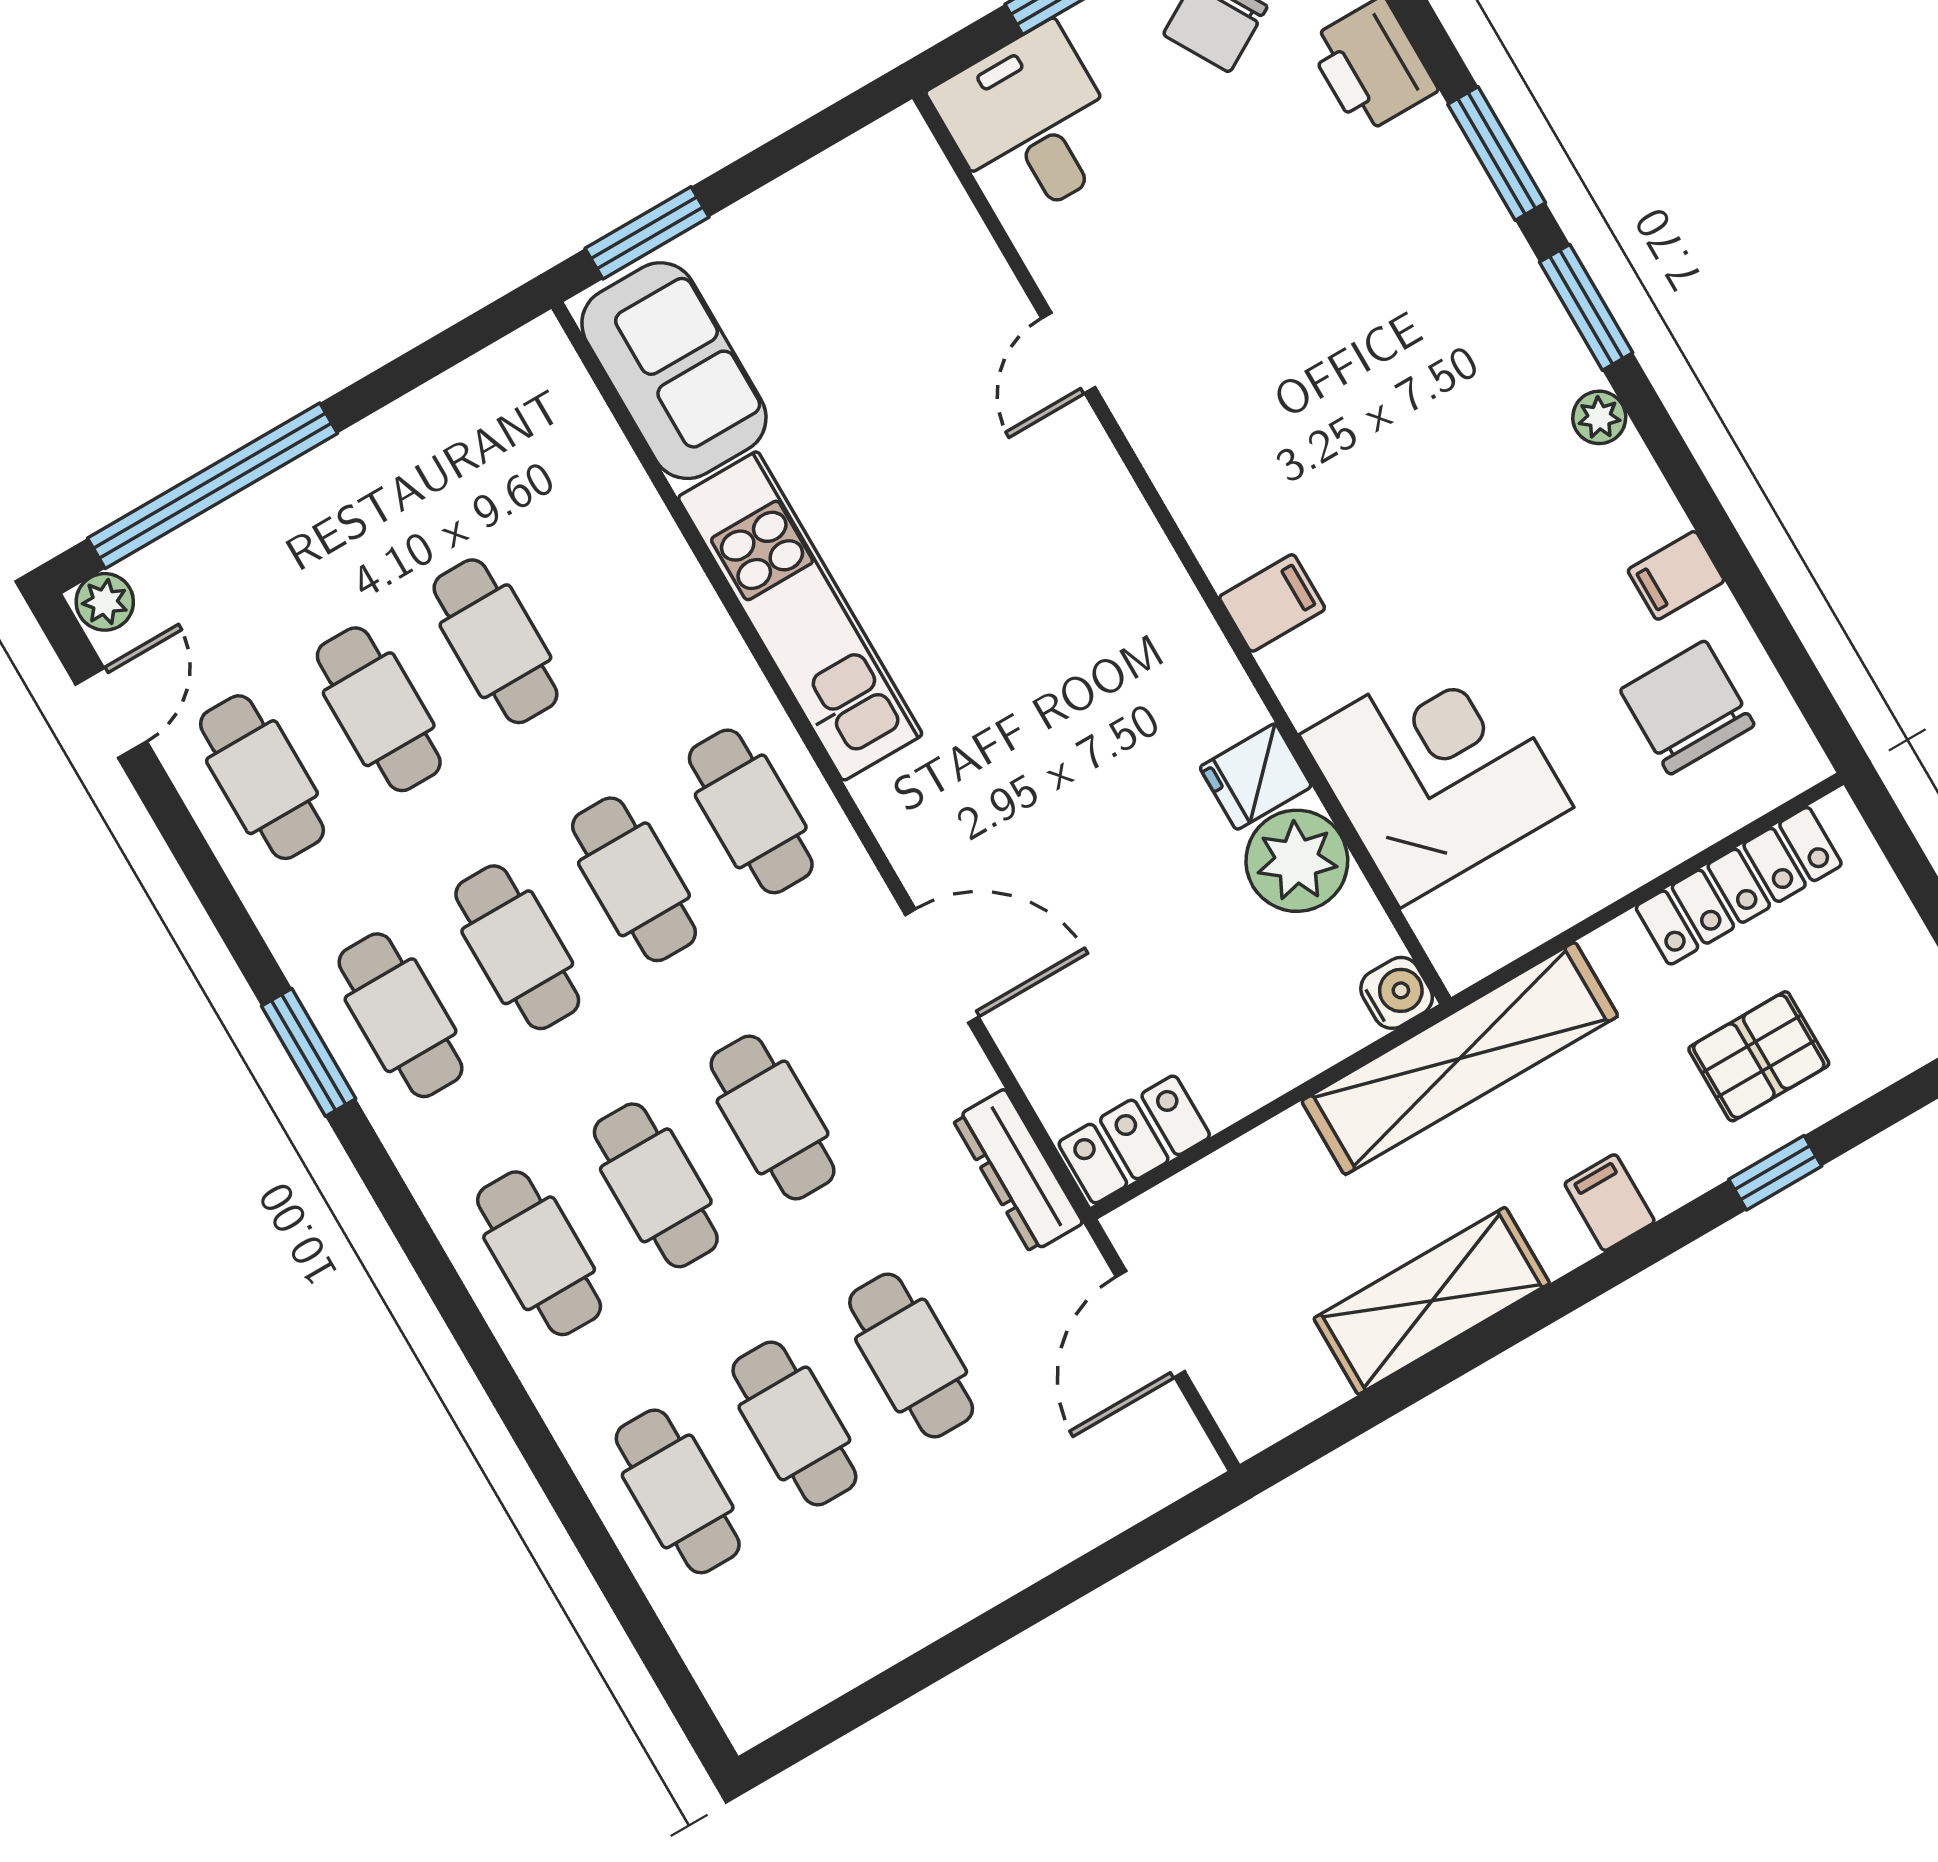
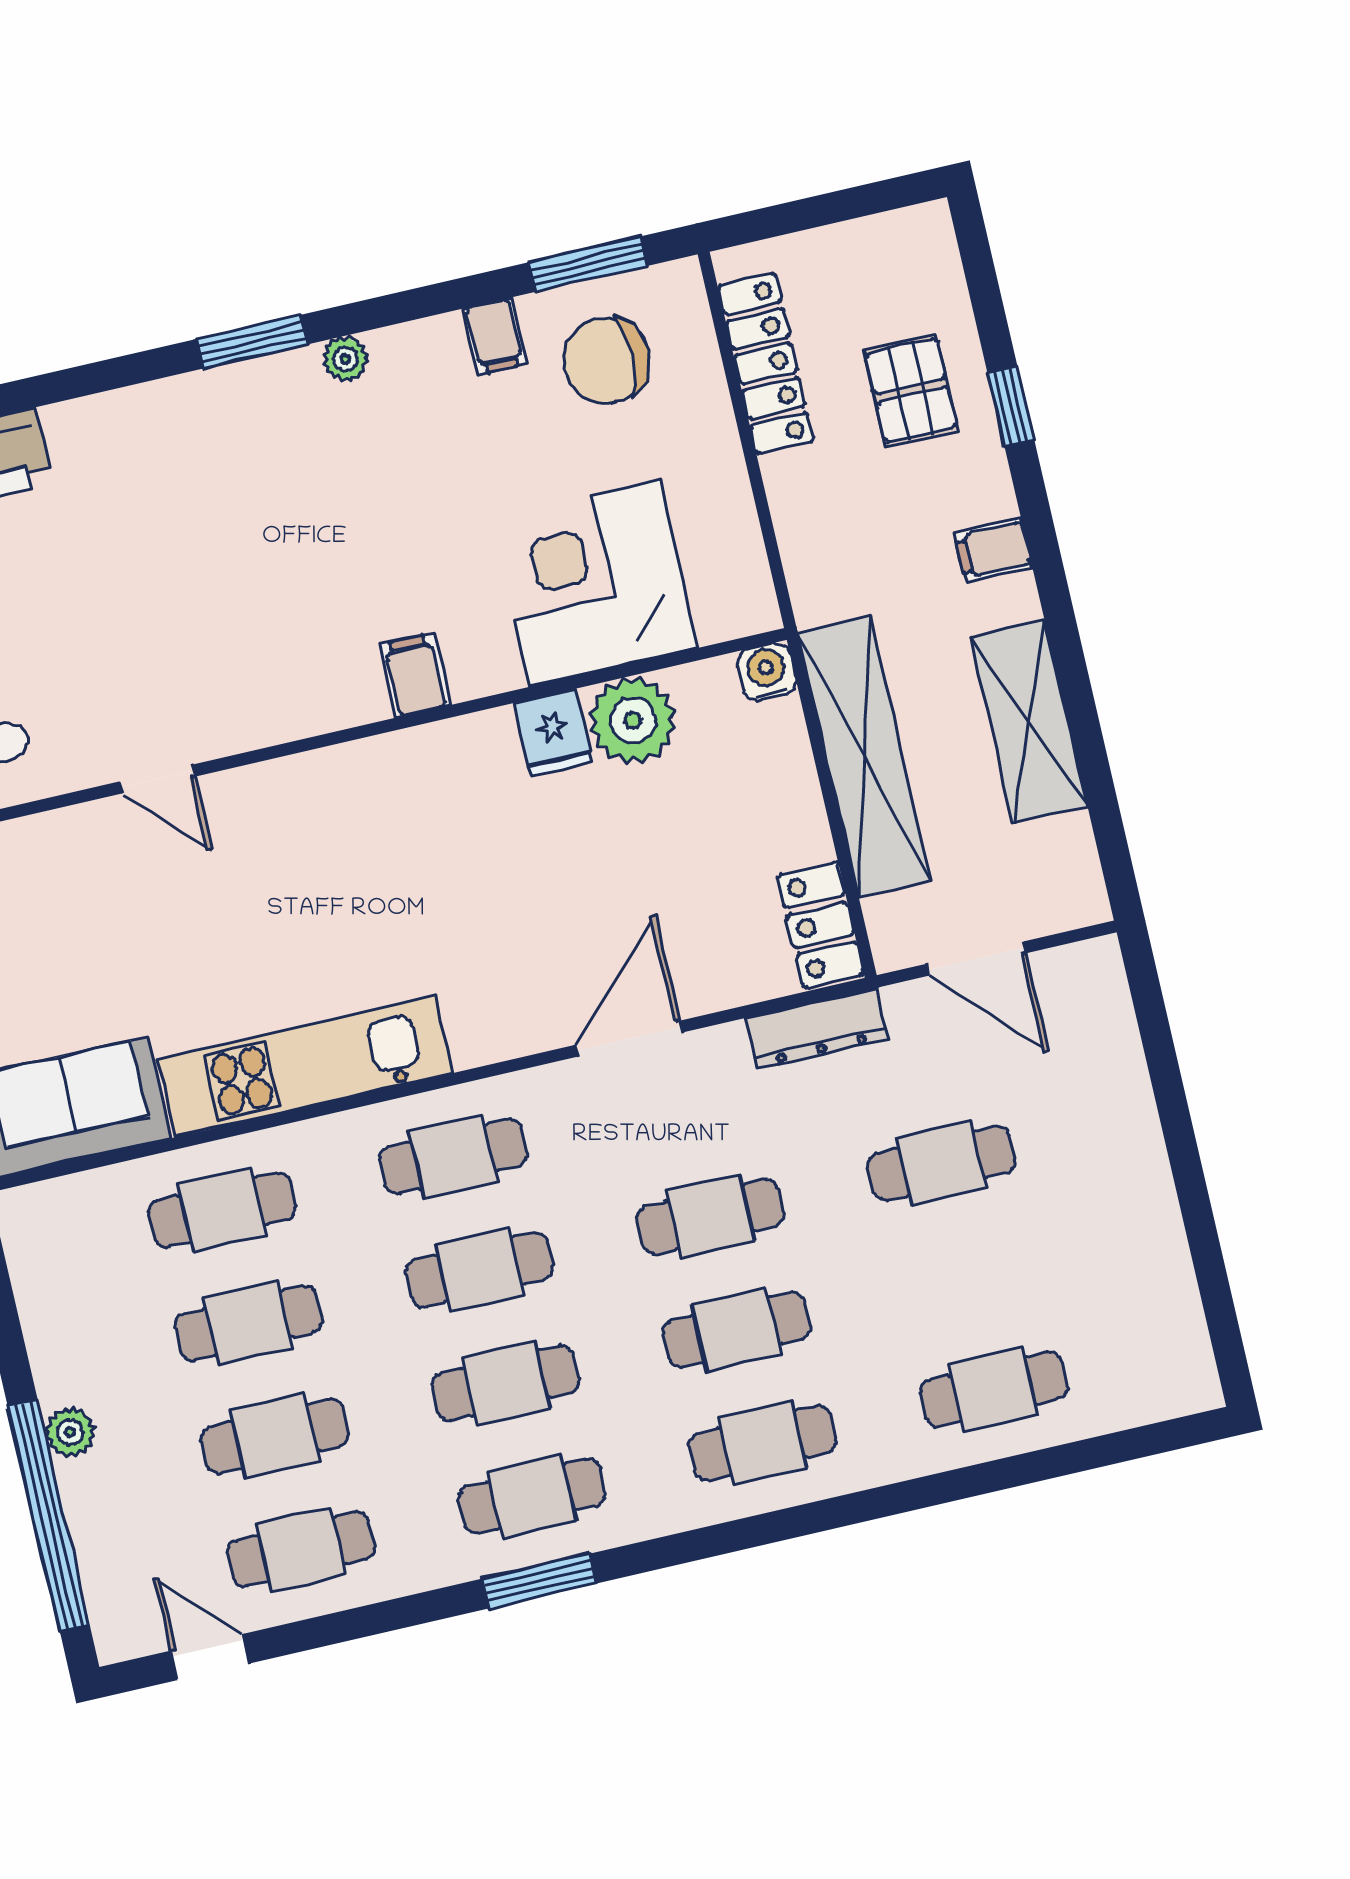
window: (1497, 154) -> (588, 264), moved
plant: (105, 602) -> (70, 1432), moved
shelving: (1460, 1058) -> (864, 756), moved
cafe table: (794, 1423) -> (222, 1210), moved

